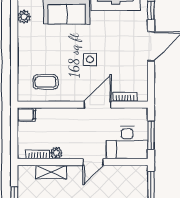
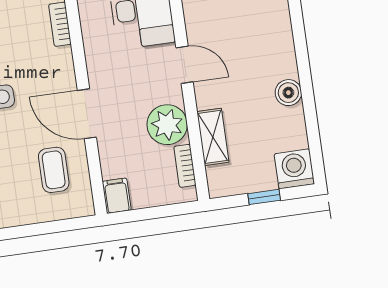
door: (98, 105) -> (87, 114), moved
plant: (56, 153) -> (167, 125), width x1.88, depth x1.88

